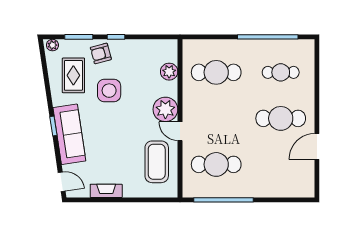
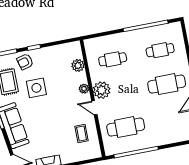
cafe table: (216, 72) -> (113, 59), width x0.73, depth x0.74
plant: (165, 109) -> (84, 89), width x0.53, depth x0.53
plant: (194, 110) -> (102, 90), added
coffee table: (157, 162) -> (82, 134), width x0.54, depth x0.58

